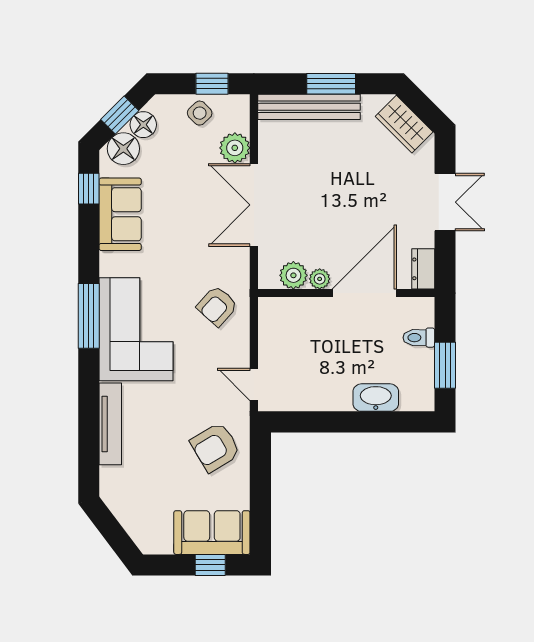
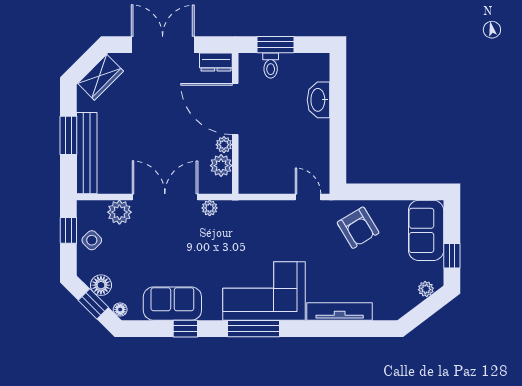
floor lamp: (123, 149) -> (120, 309), width x0.53, depth x0.53
window: (89, 189) -> (185, 329), moved
double door: (445, 202) -> (163, 45), width x1.37
double door: (254, 205) -> (165, 197), swing flipped
plant: (240, 261) -> (210, 208), added
armchair: (217, 306) -> (246, 226), removed
window: (445, 365) -> (275, 45), moved
door: (254, 384) -> (308, 197), swing flipped
plant: (138, 532) -> (426, 289), added
window: (210, 565) -> (452, 256), moved

